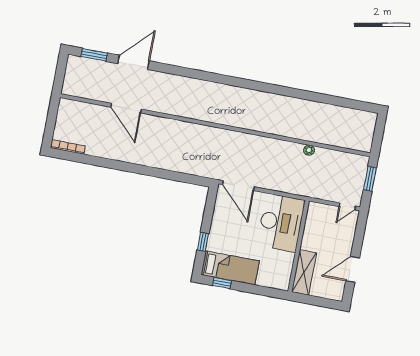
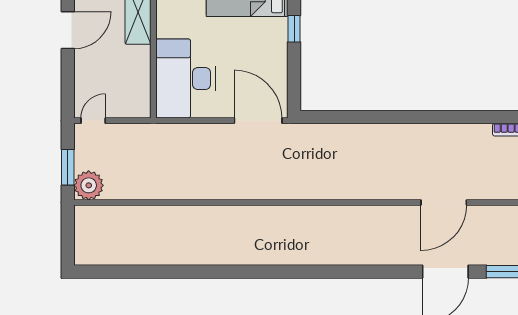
door: (126, 108) -> (444, 202), swing flipped
plant: (309, 150) -> (89, 185), moved, width x1.87, depth x1.87

